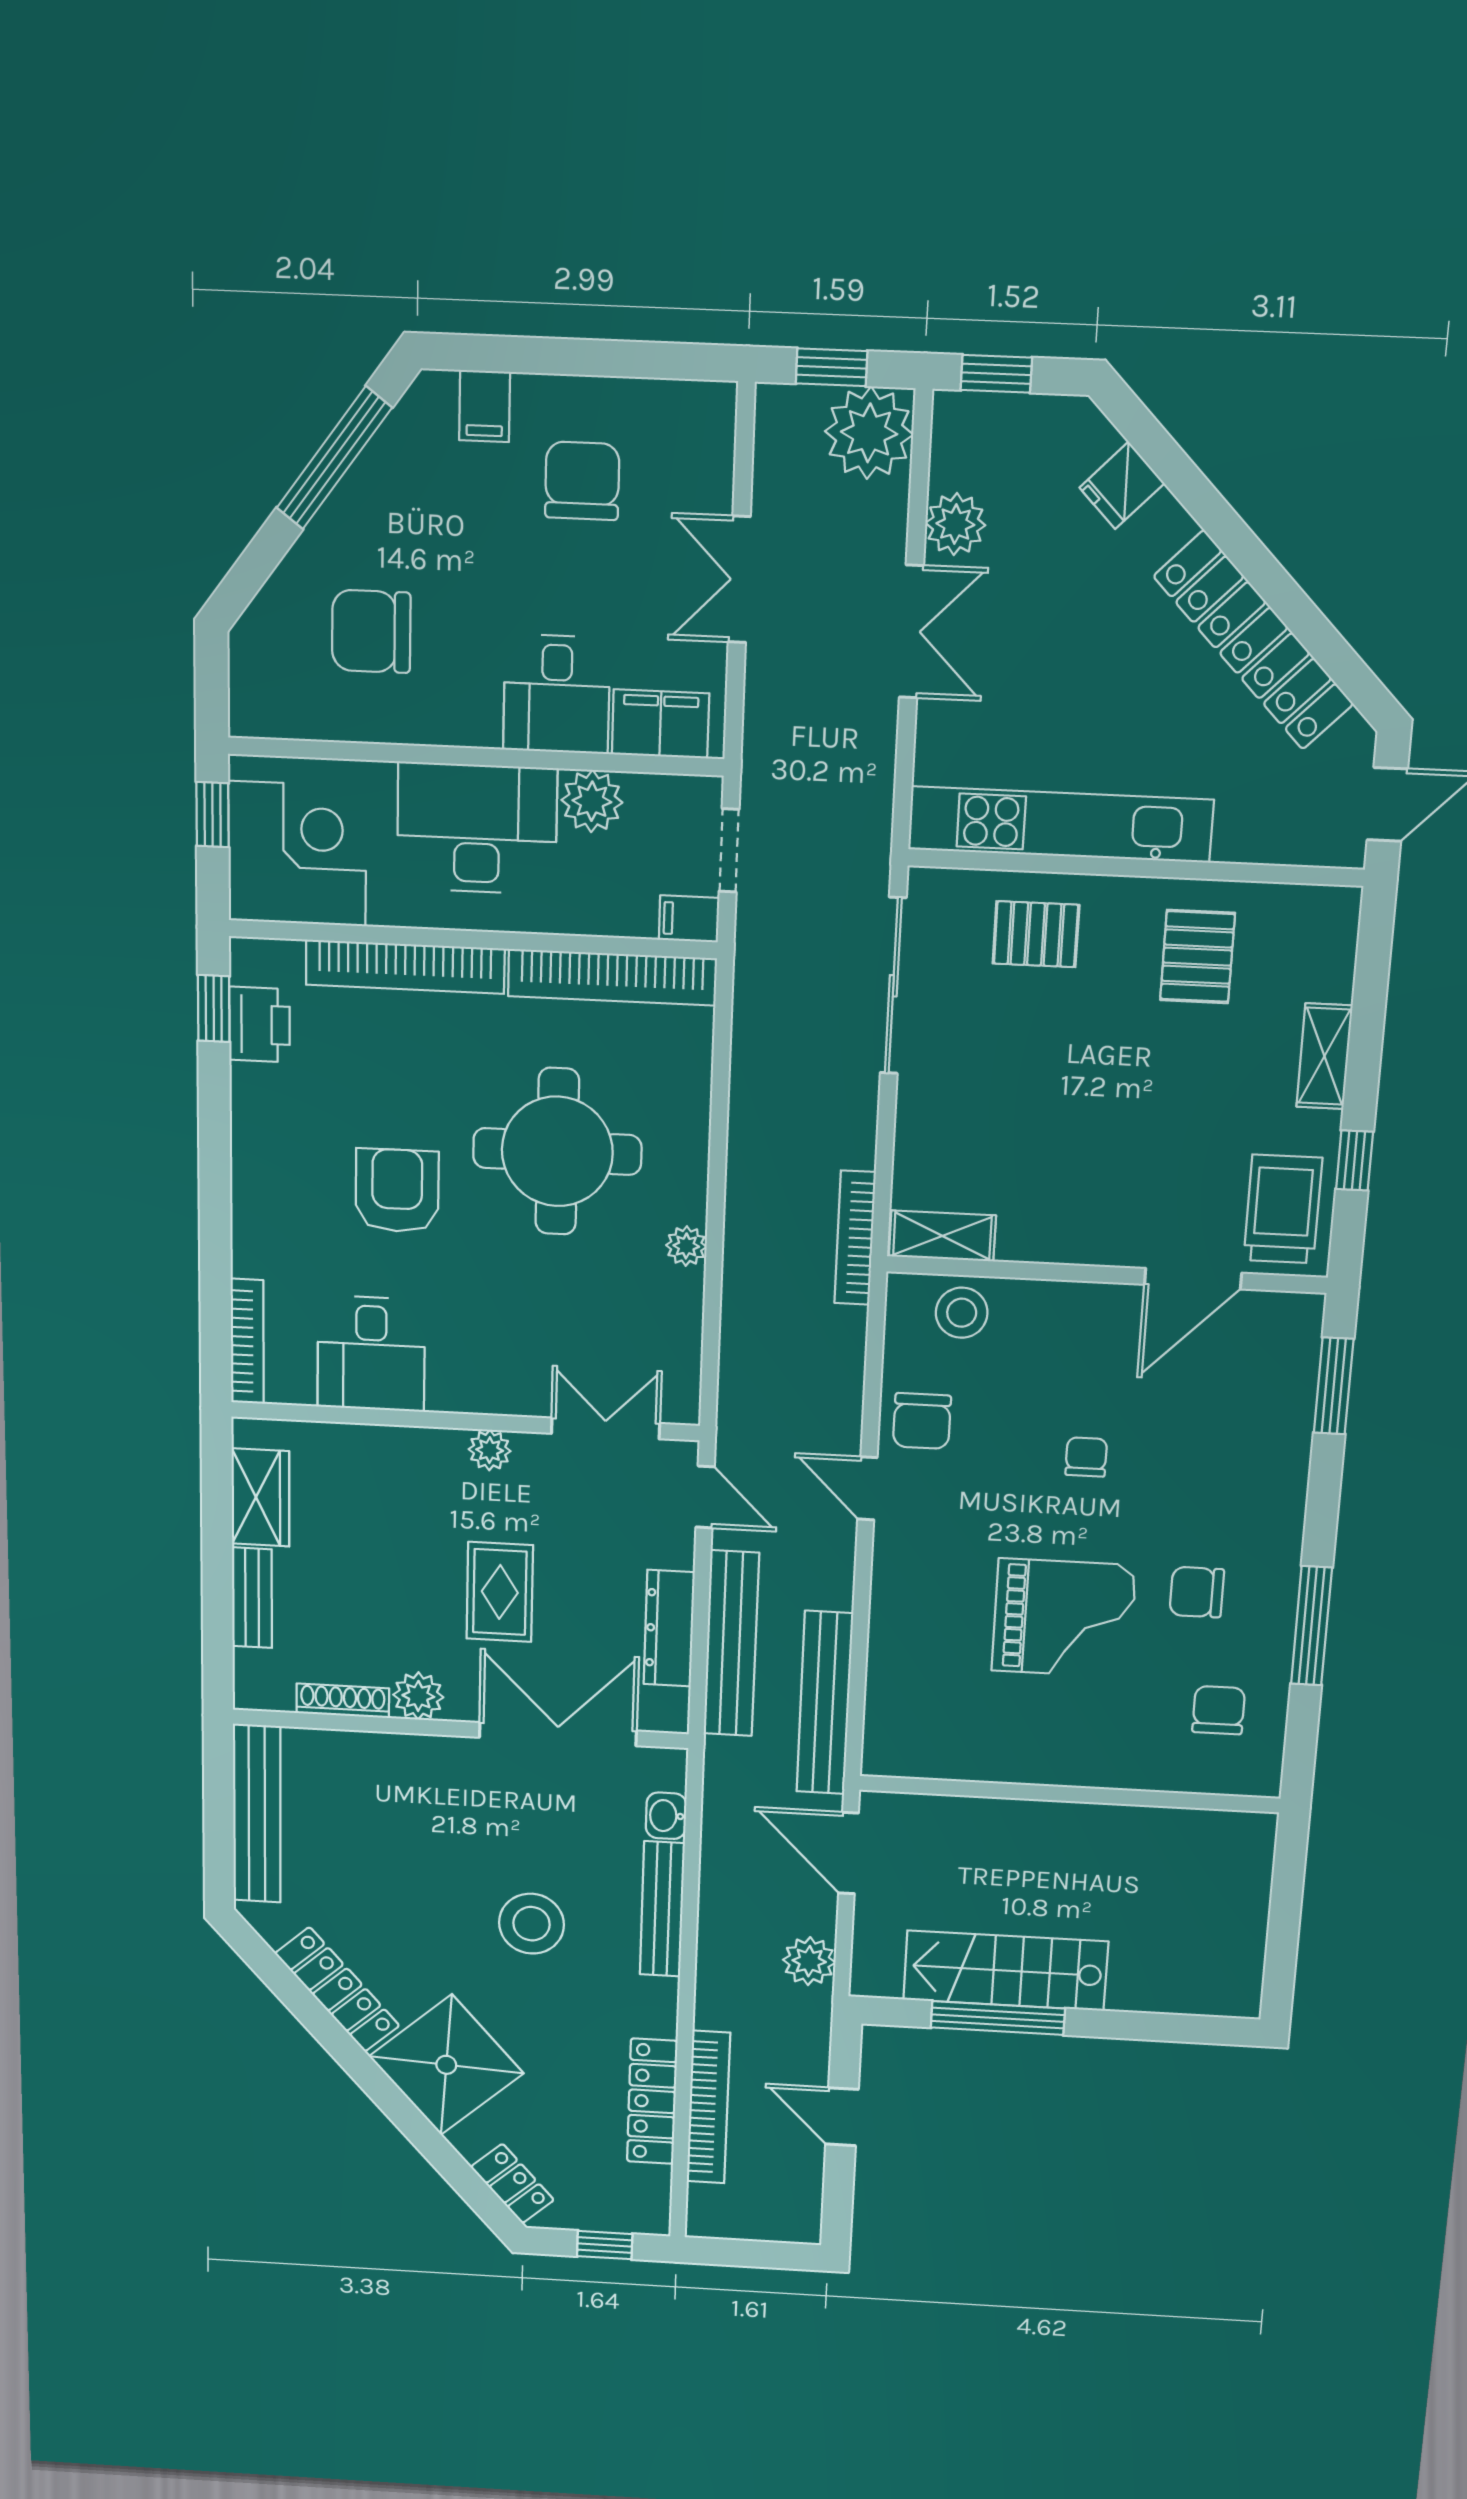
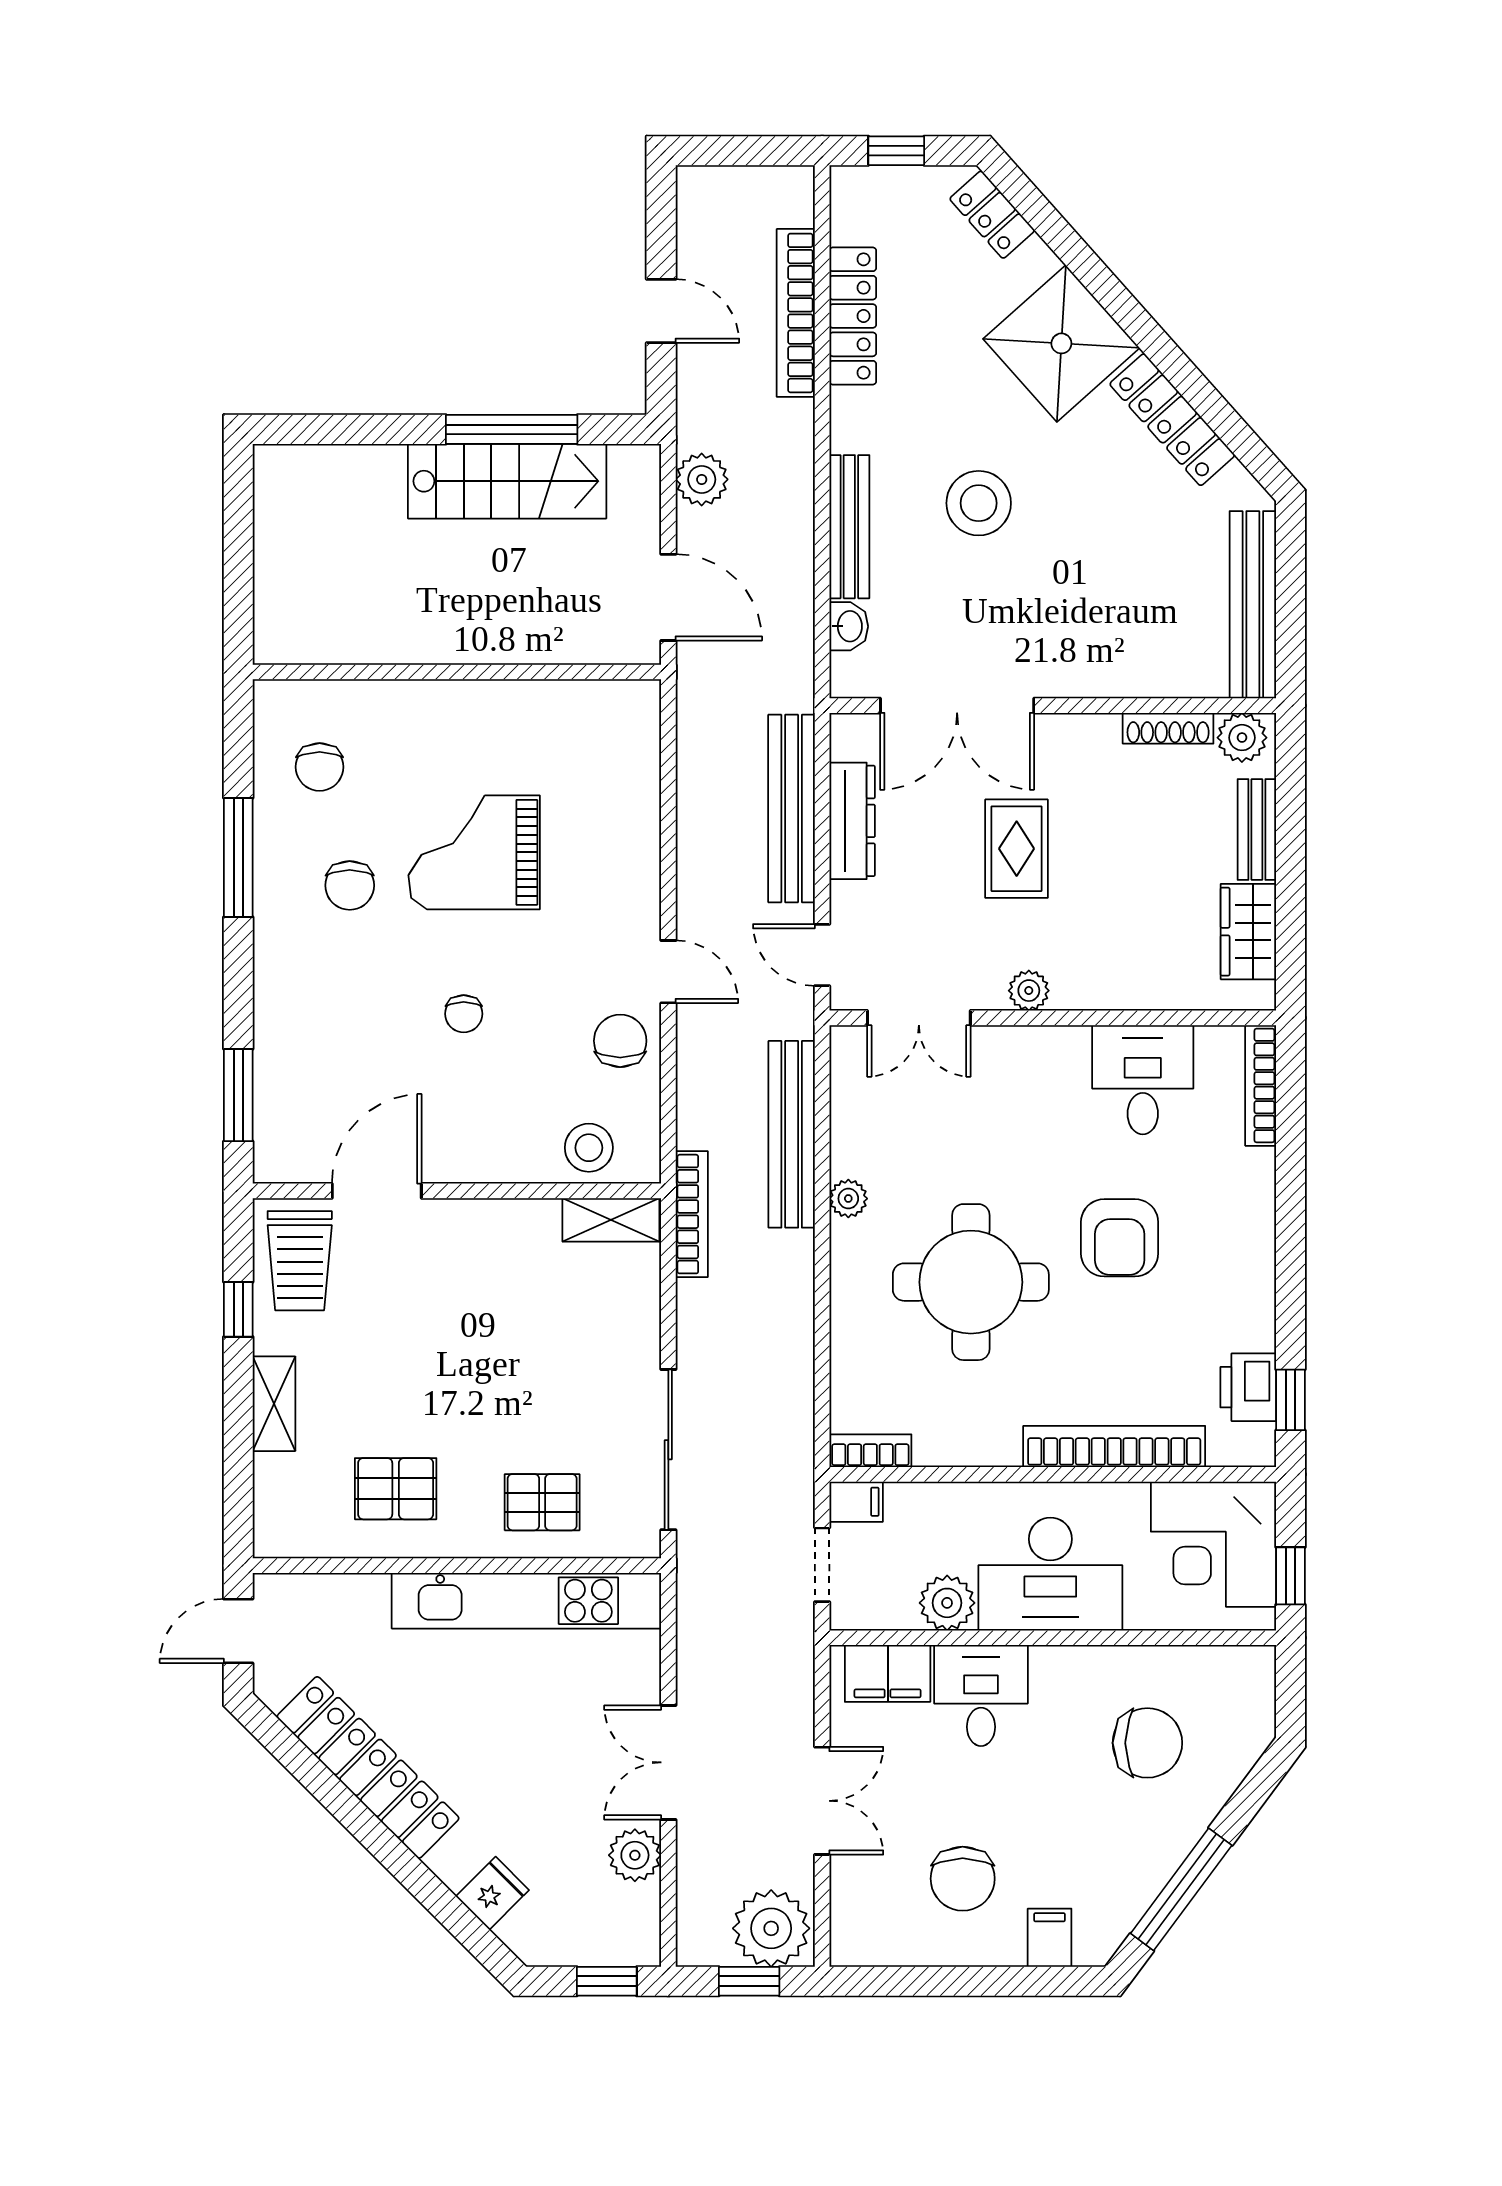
plant: (869, 433) -> (771, 1928), moved
pallet: (1198, 957) -> (396, 1489), turned 90
bookcase: (612, 977) -> (870, 1451), width x0.43, depth x0.76
chair: (1197, 1592) -> (350, 885), turned 90
plant: (418, 1696) -> (1242, 738), moved
bench: (825, 1703) -> (792, 1134), moved

